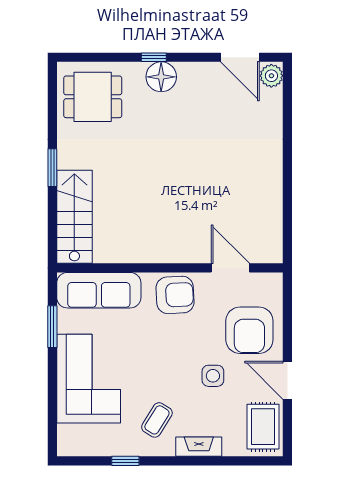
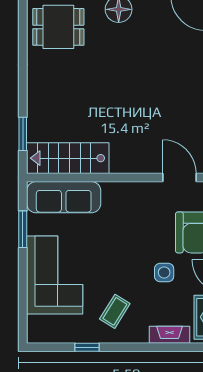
window: (52, 168) -> (23, 134), moved
stairs: (74, 217) -> (68, 158), moved, turned -90
armchair: (175, 295) -> (131, 201), removed
fireplace: (199, 447) -> (170, 335), moved

